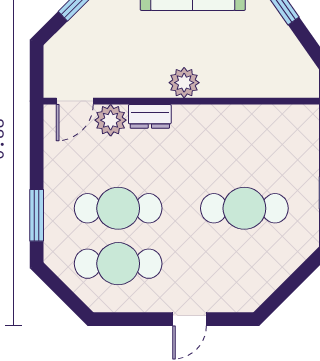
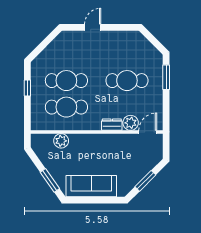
plant: (184, 83) -> (61, 141), moved
cafe table: (118, 264) -> (66, 107), moved

